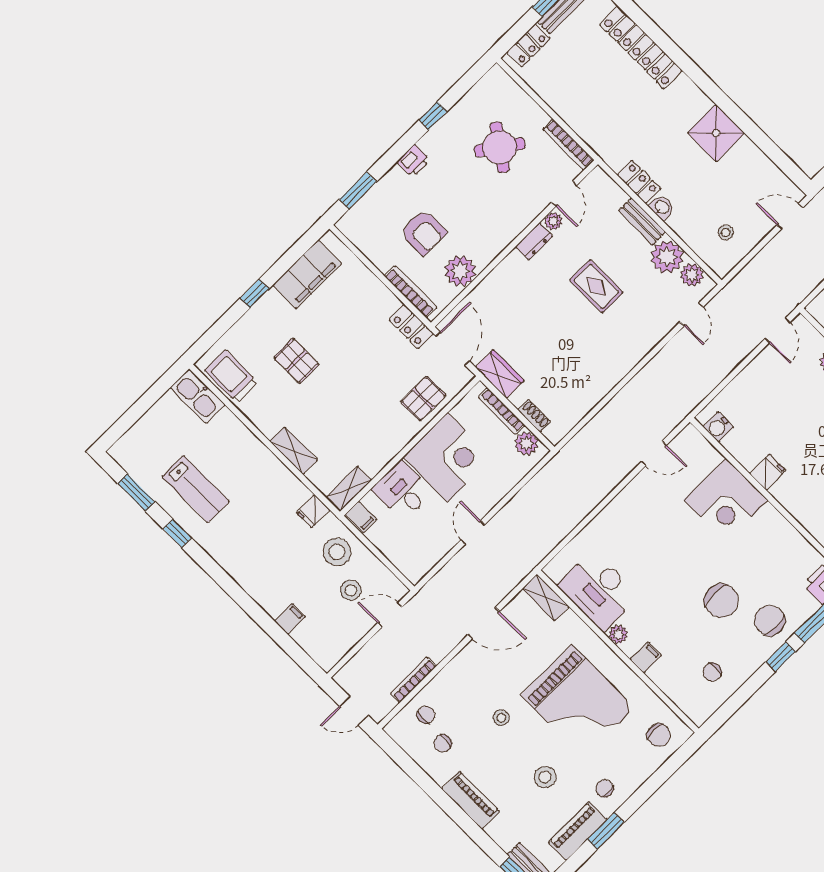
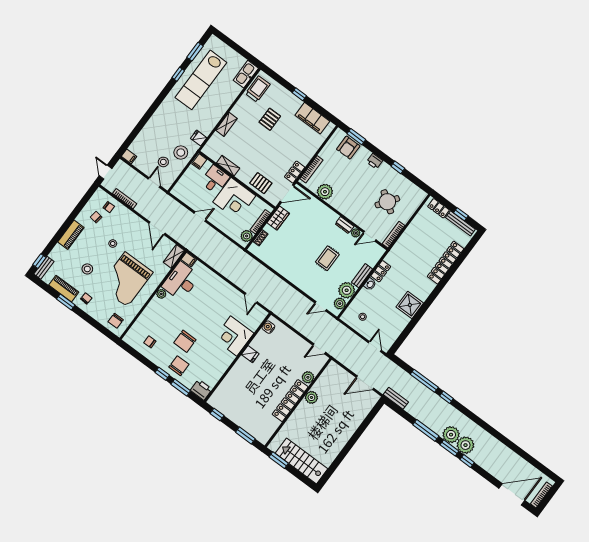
armchair: (423, 232) -> (348, 148), moved
lab bench: (196, 489) -> (201, 80), width x1.86, depth x1.39
shelving: (349, 489) -> (228, 166), moved
filing cabinet: (290, 619) -> (129, 156), moved
filing cabinet: (646, 657) -> (189, 260), moved

